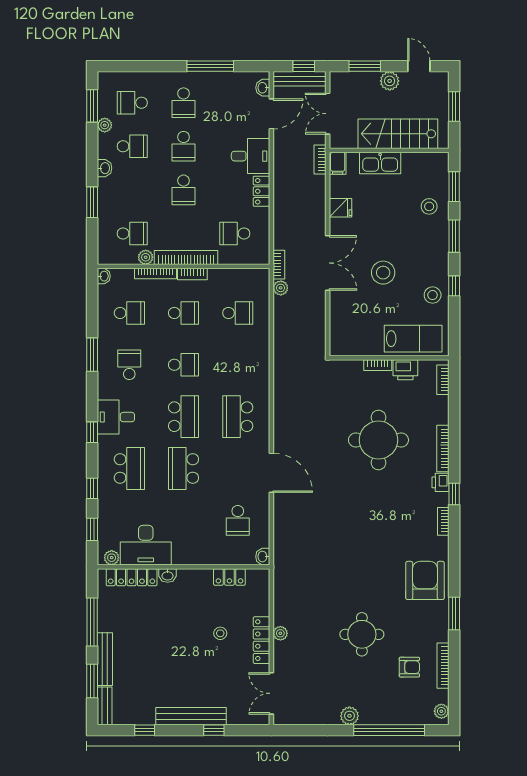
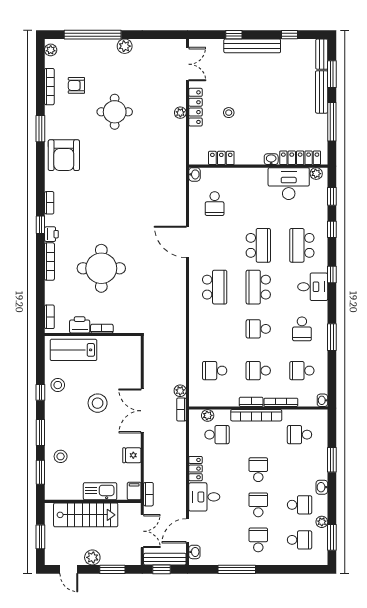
school desk: (132, 146) -> (300, 505), turned 180
plant: (146, 257) -> (208, 415), moved
school desk: (238, 520) -> (215, 204), turned 180

